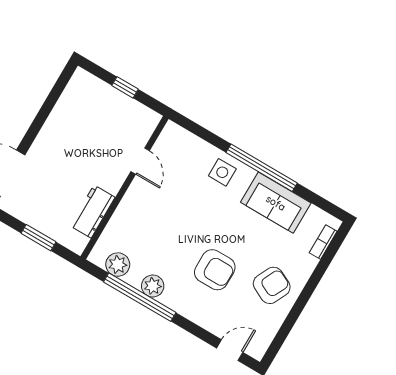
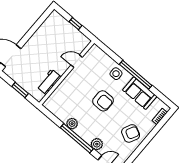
door: (140, 161) -> (77, 61), swing flipped
plant: (118, 265) -> (97, 144), moved
armchair: (215, 270) -> (103, 101), moved
window: (140, 297) -> (77, 138), moved

